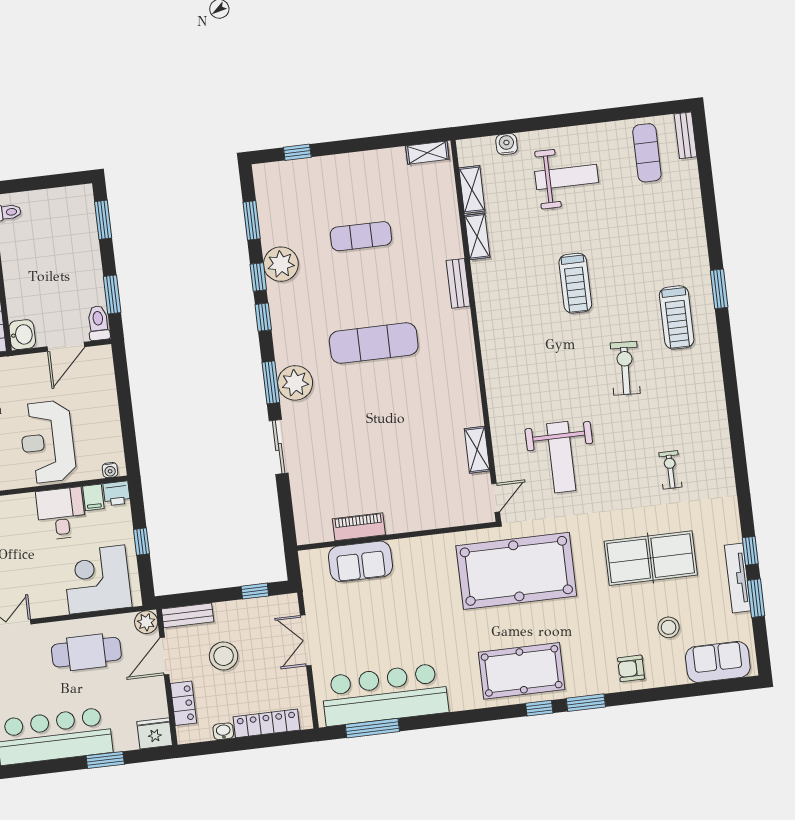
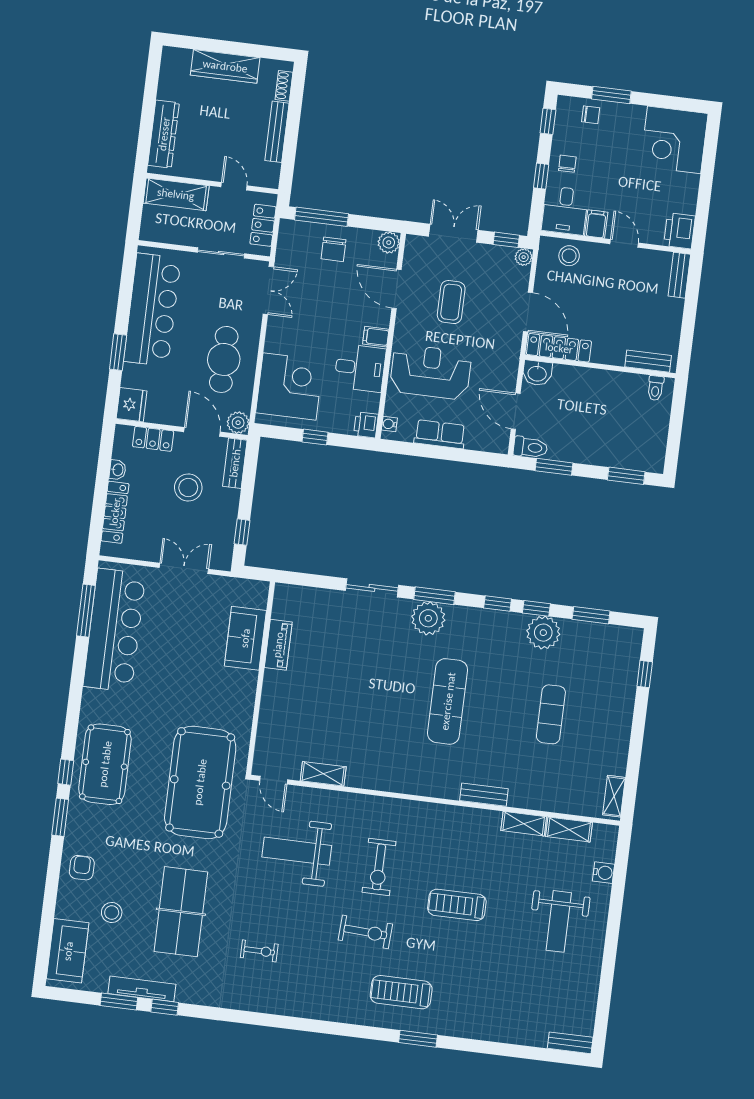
exercise mat: (647, 153) -> (563, 1003), removed
exercise bike: (557, 371) -> (379, 867), added
row of seats: (108, 417) -> (440, 434), added
filing cabinet: (93, 497) -> (376, 337), moved

